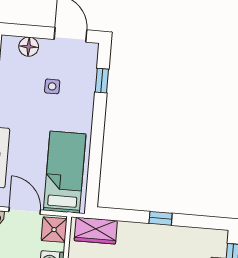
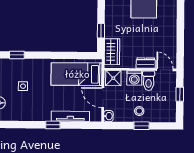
door: (25, 211) -> (103, 98), hinge flipped
window: (161, 218) -> (101, 31), moved

